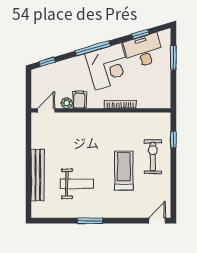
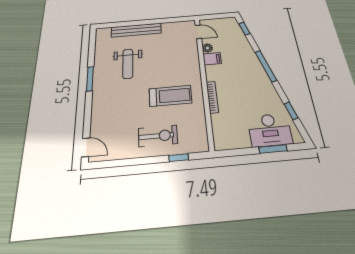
desk: (143, 51) -> (270, 130), moved, turned 107
corner desk: (108, 66) -> (250, 82), removed
treadmill: (124, 170) -> (170, 96), moved

